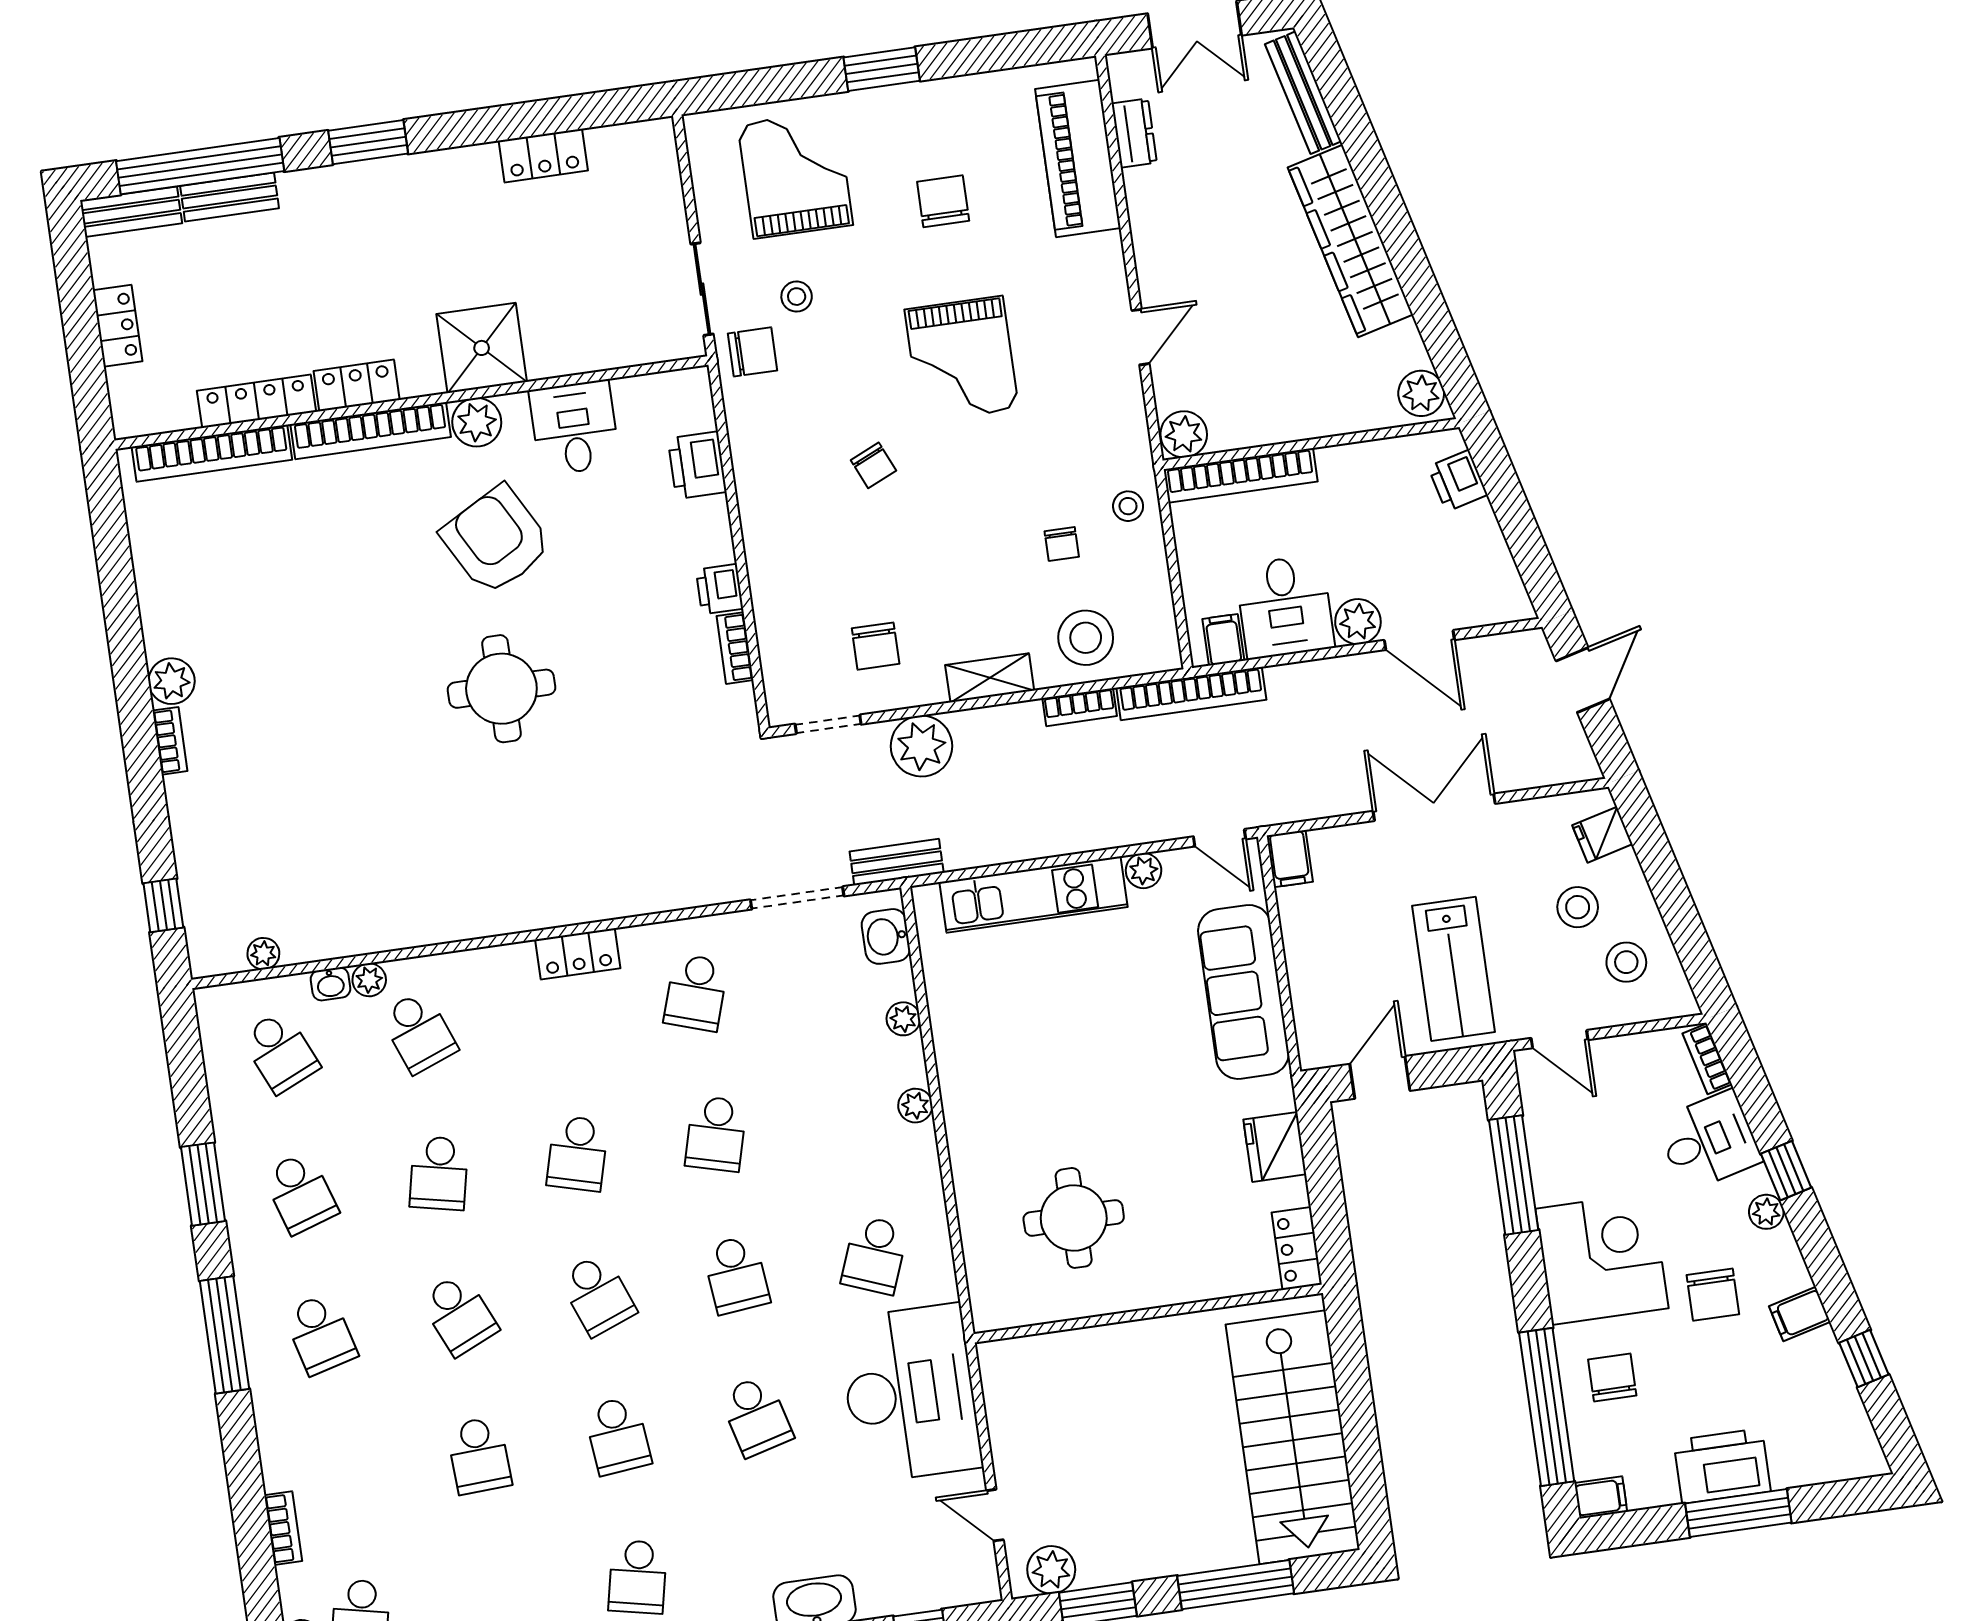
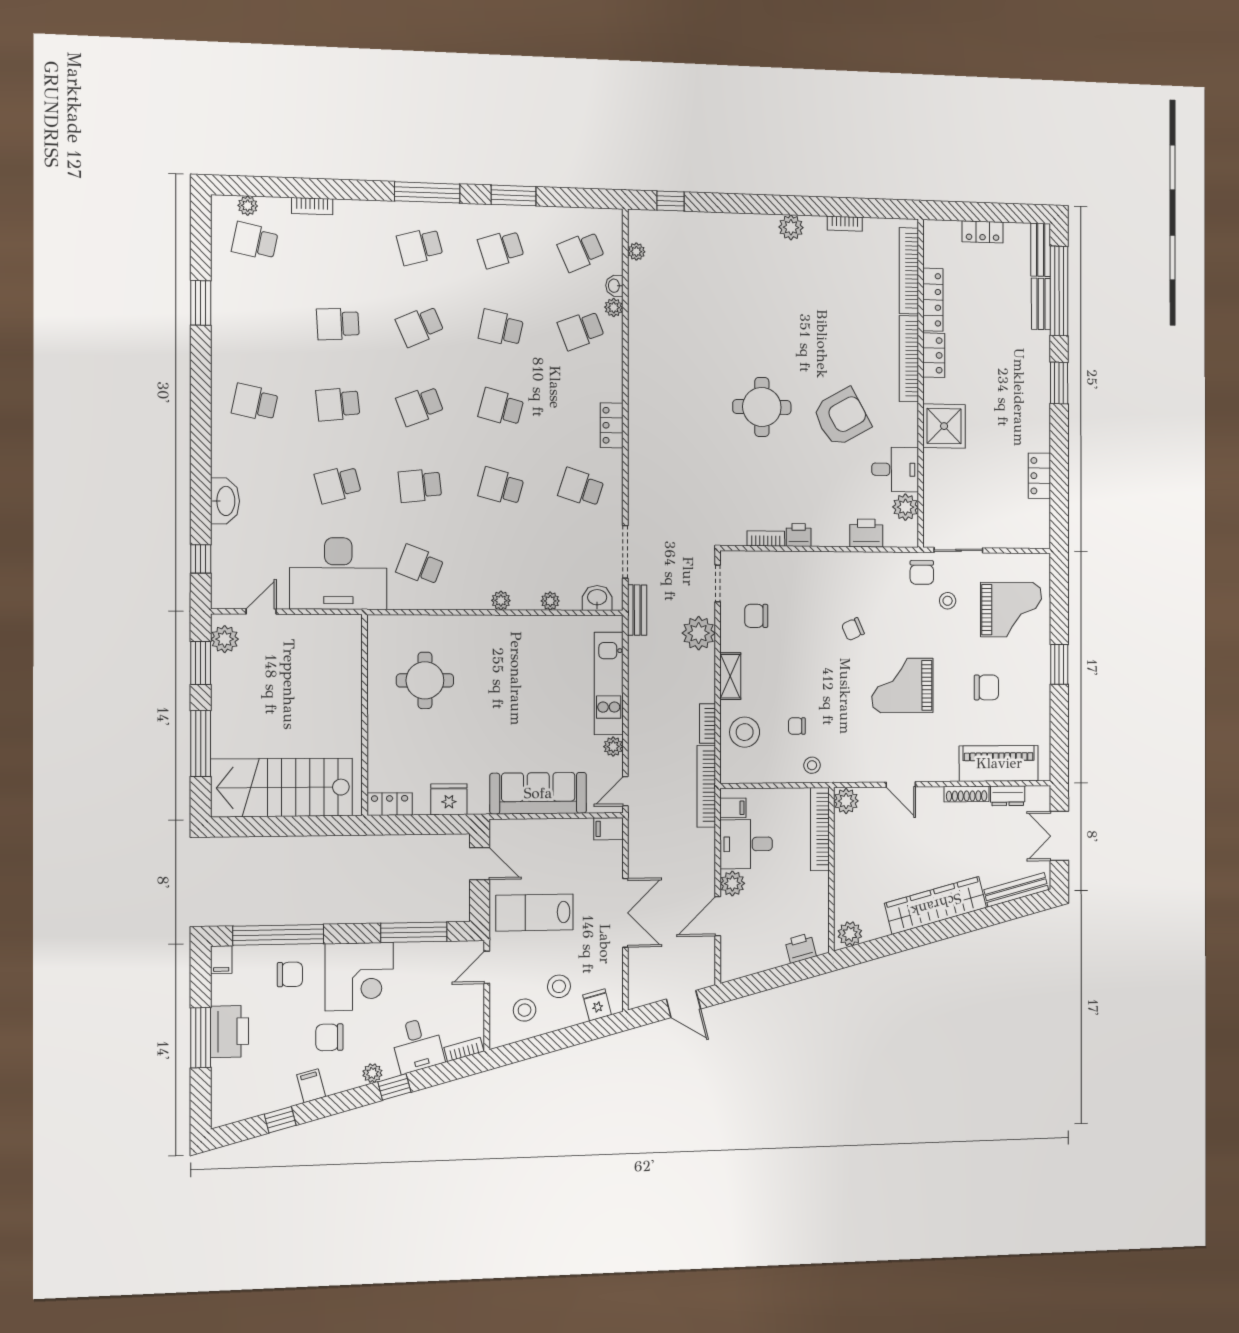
shoe rack: (1141, 211) -> (967, 794), added
plant: (477, 422) -> (905, 507), moved
bookcase: (170, 741) -> (845, 224), moved

